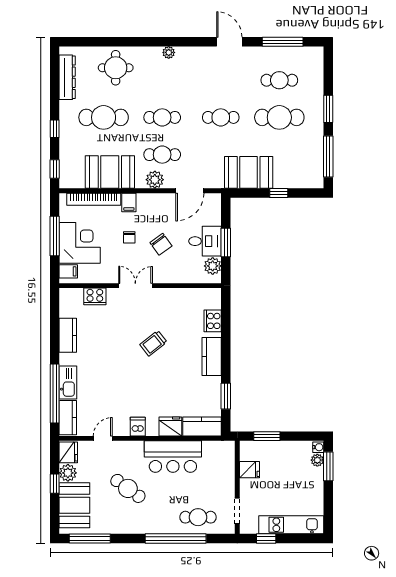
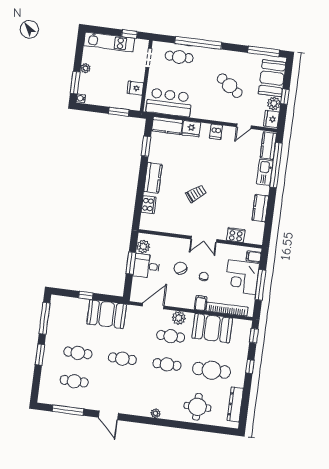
cafe table: (279, 117) -> (78, 353), width x0.73, depth x0.74
bar counter: (173, 457) -> (169, 102), moved
plant: (317, 460) -> (85, 68), moved

